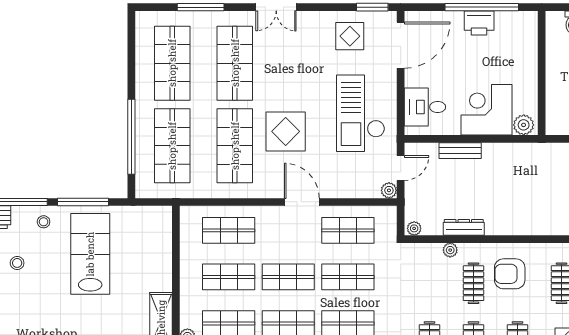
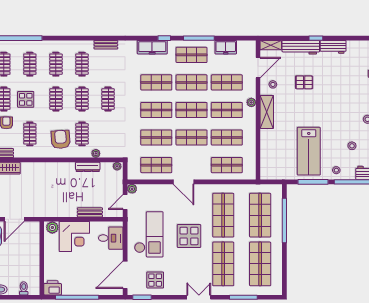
printer: (479, 23) -> (53, 288), moved
display table: (286, 131) -> (189, 236), moved
armchair: (510, 274) -> (61, 139), turned -94

